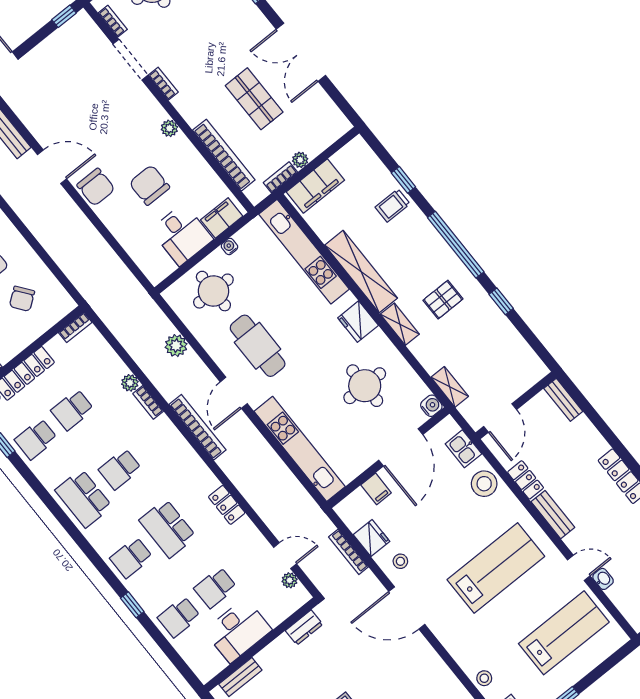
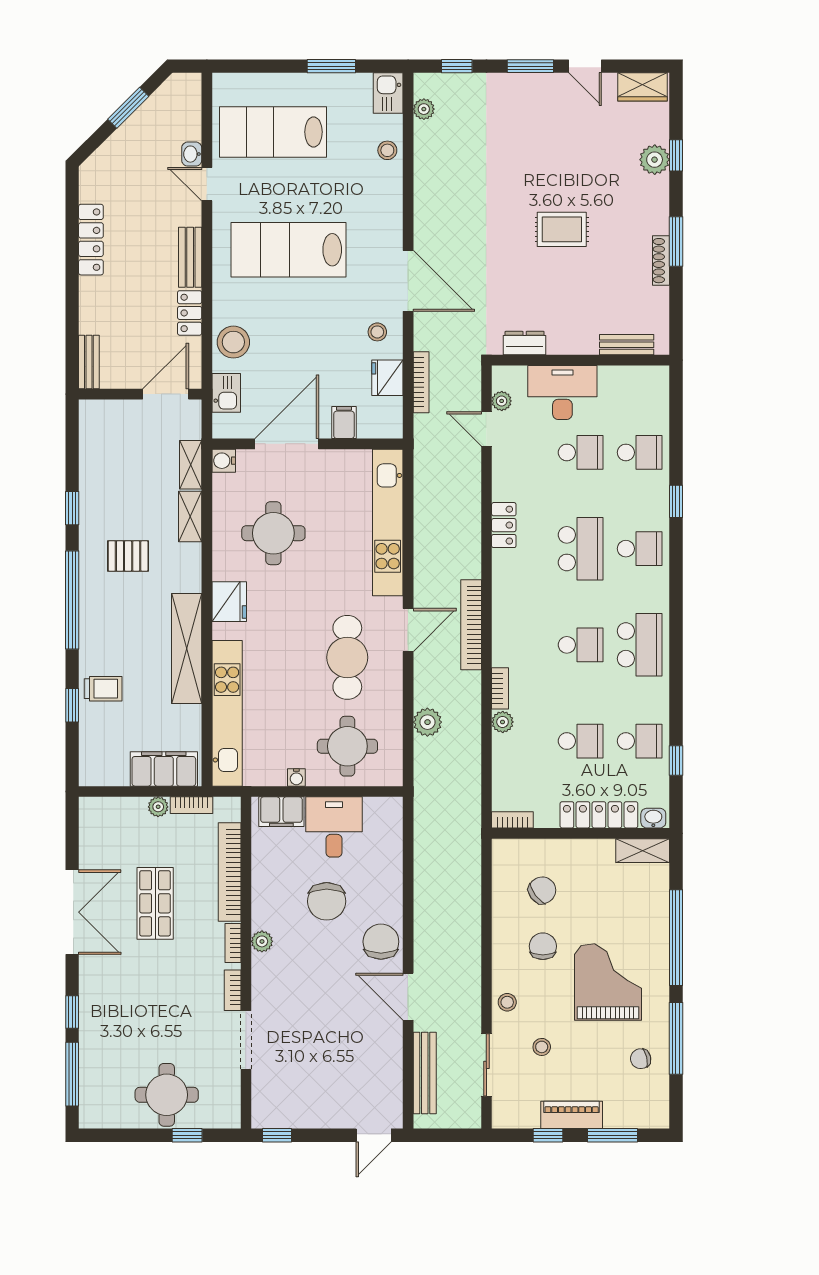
bookcase: (113, 21) -> (233, 943), moved
shelving: (400, 324) -> (190, 517), moved
desk: (238, 630) -> (562, 393), moved

